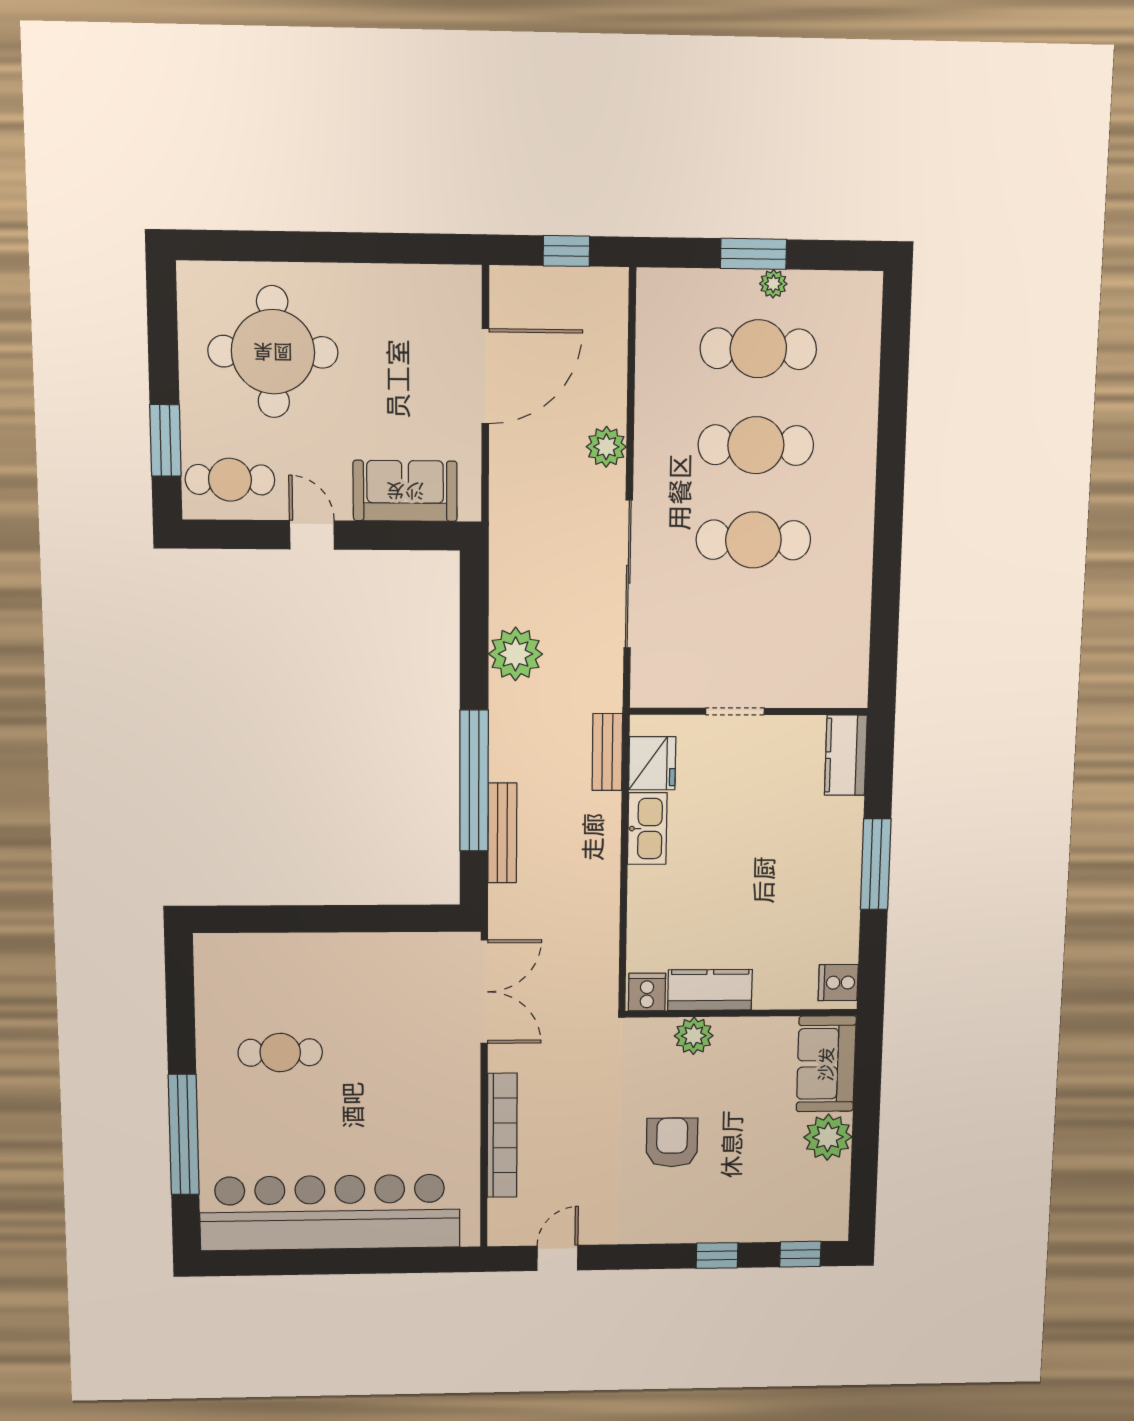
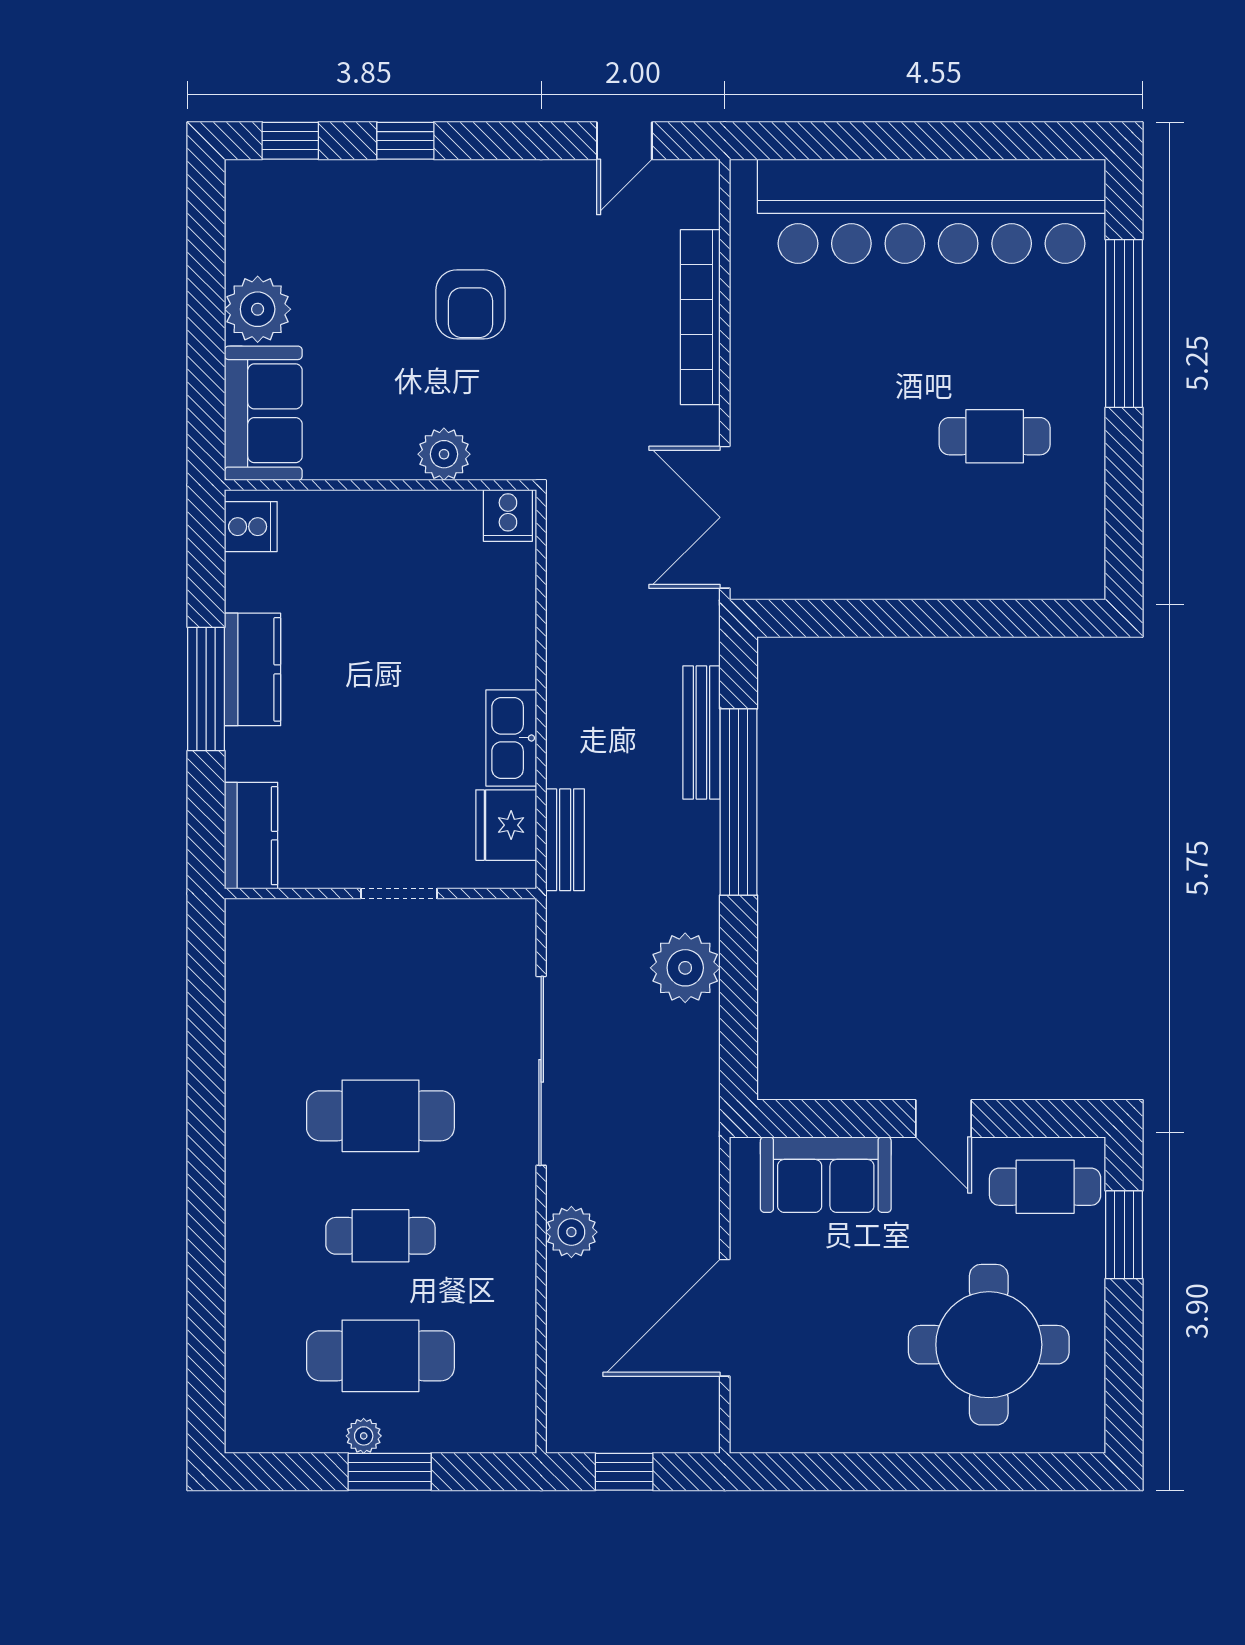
cafe table: (756, 445) -> (380, 1236), width x0.73, depth x0.74
kitchen counter: (710, 990) -> (253, 669), moved, turned -90

